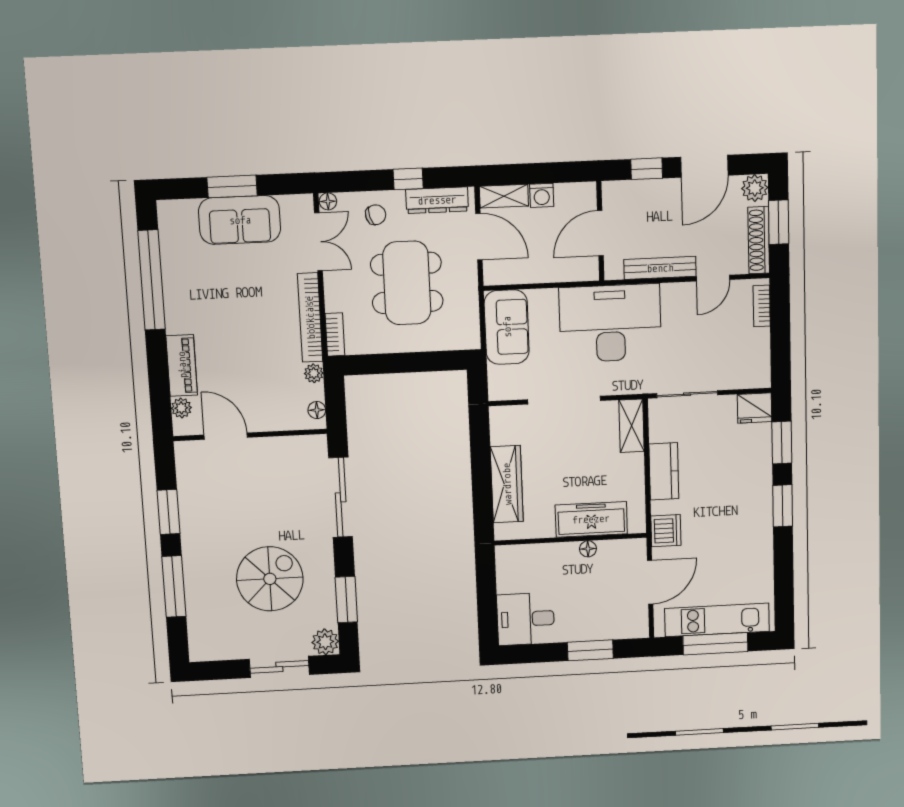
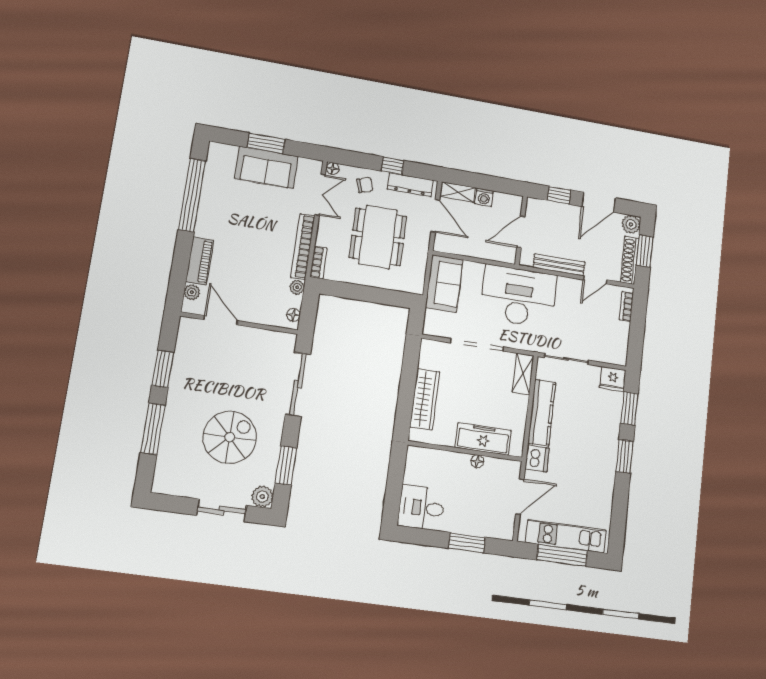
kitchen counter: (664, 471) -> (542, 413), width x1.50

